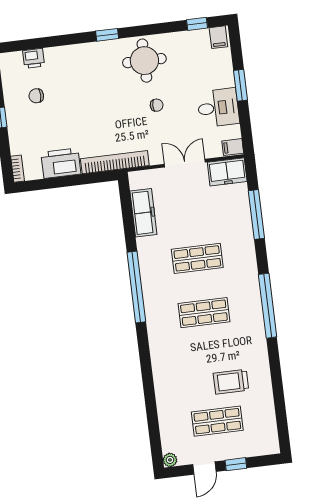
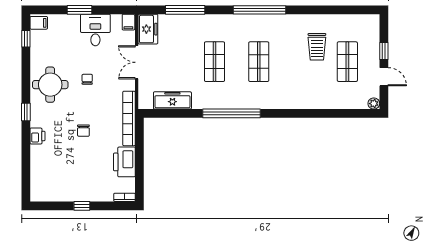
printer: (34, 58) -> (37, 136), moved
chair: (36, 96) -> (83, 131), moved

